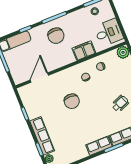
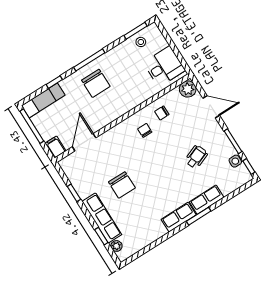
filing cabinet: (84, 51) -> (56, 147), moved, width x0.50
chair: (72, 101) -> (122, 185), moved

